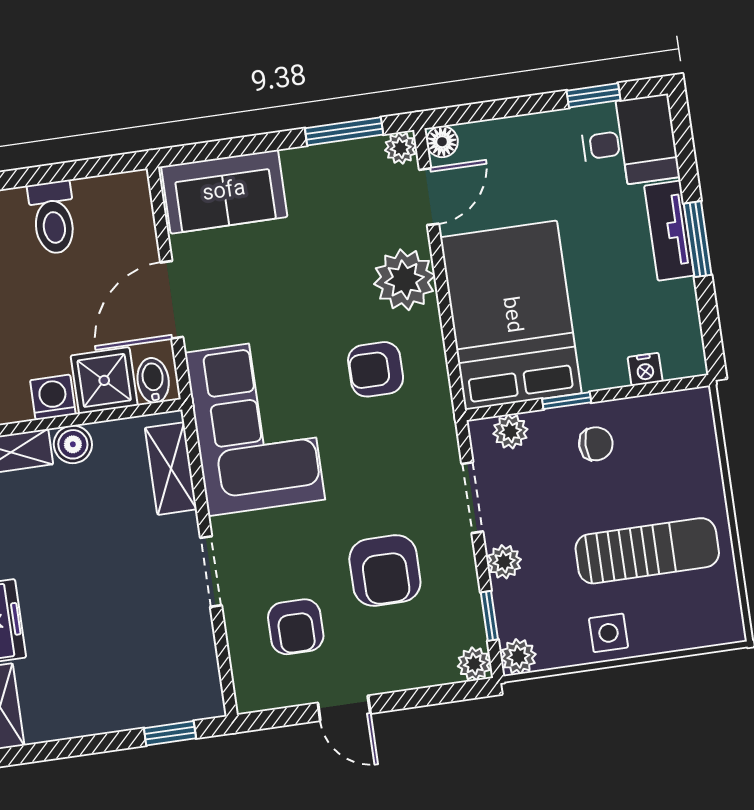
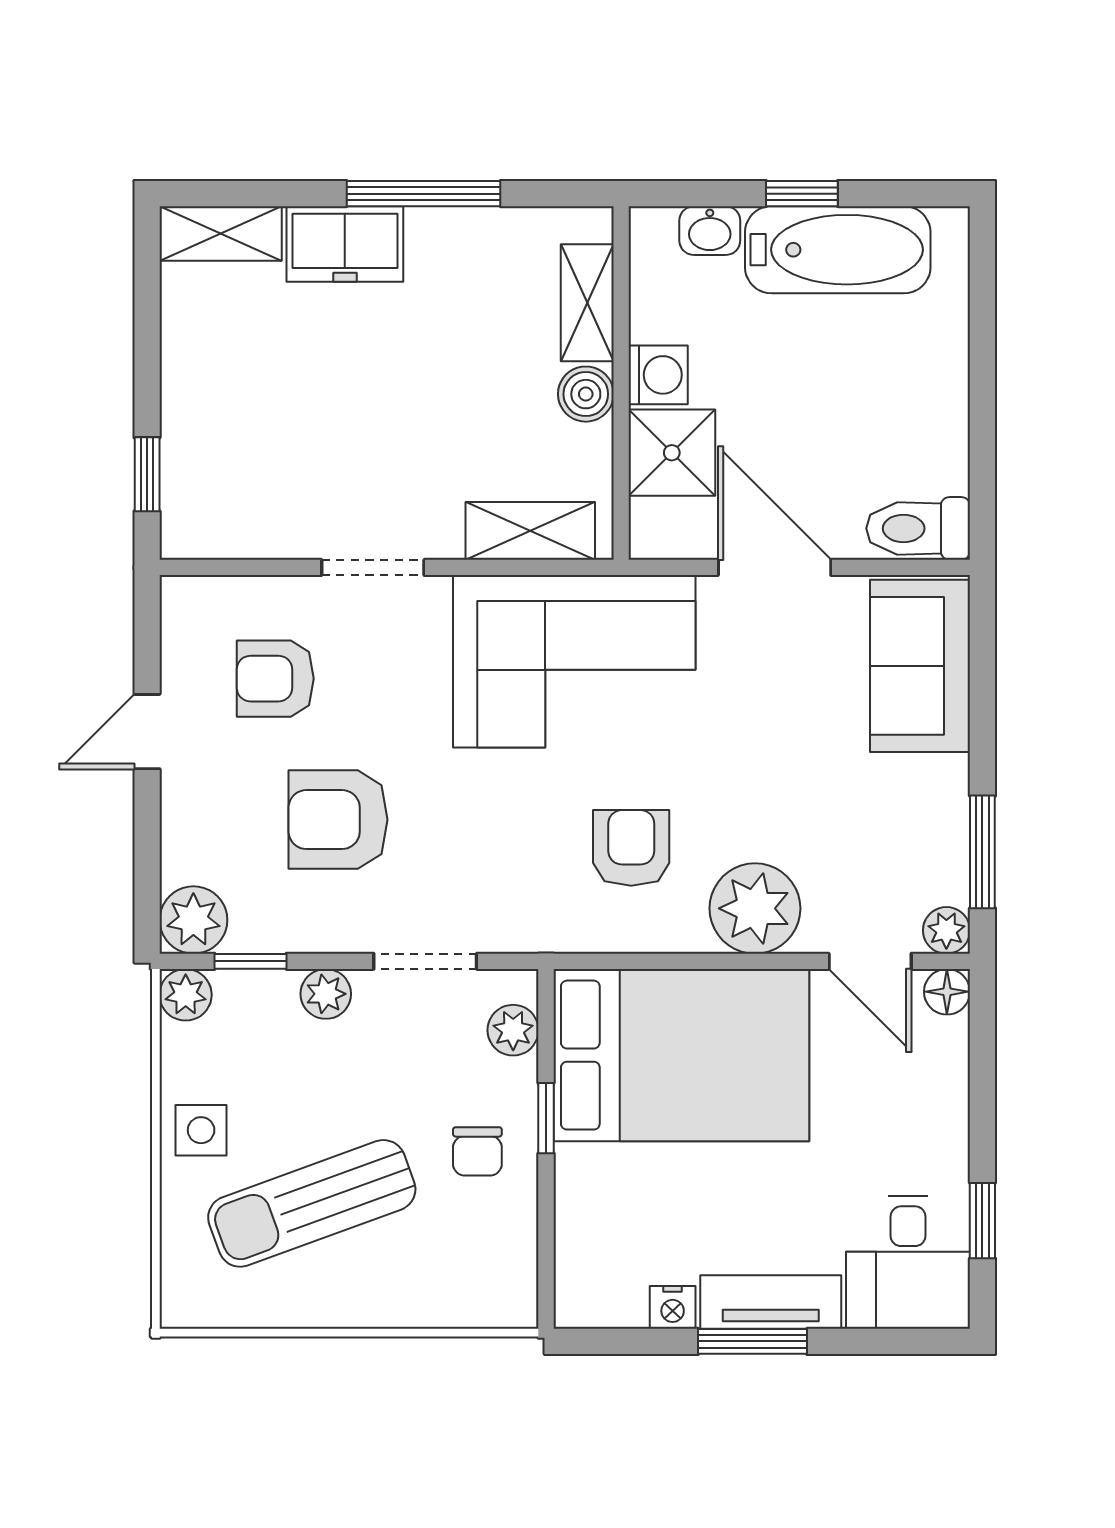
toilet: (53, 218) -> (918, 528), moved
nightstand: (645, 369) -> (673, 1307), moved, turned -90
bidet: (153, 380) -> (662, 524), removed
sun lounger: (647, 551) -> (312, 1203), turned 70
plant: (474, 664) -> (193, 920), width x1.38, depth x1.38

